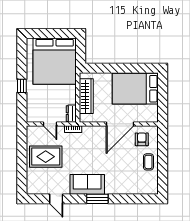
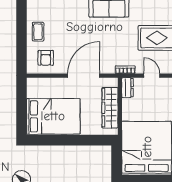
door: (120, 124) -> (84, 76), moved

